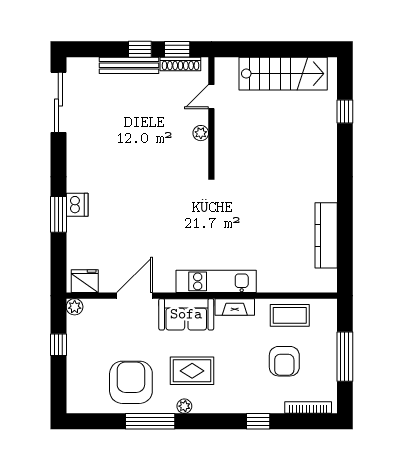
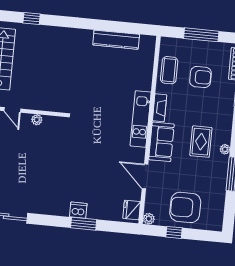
armchair: (131, 382) -> (185, 207), moved

